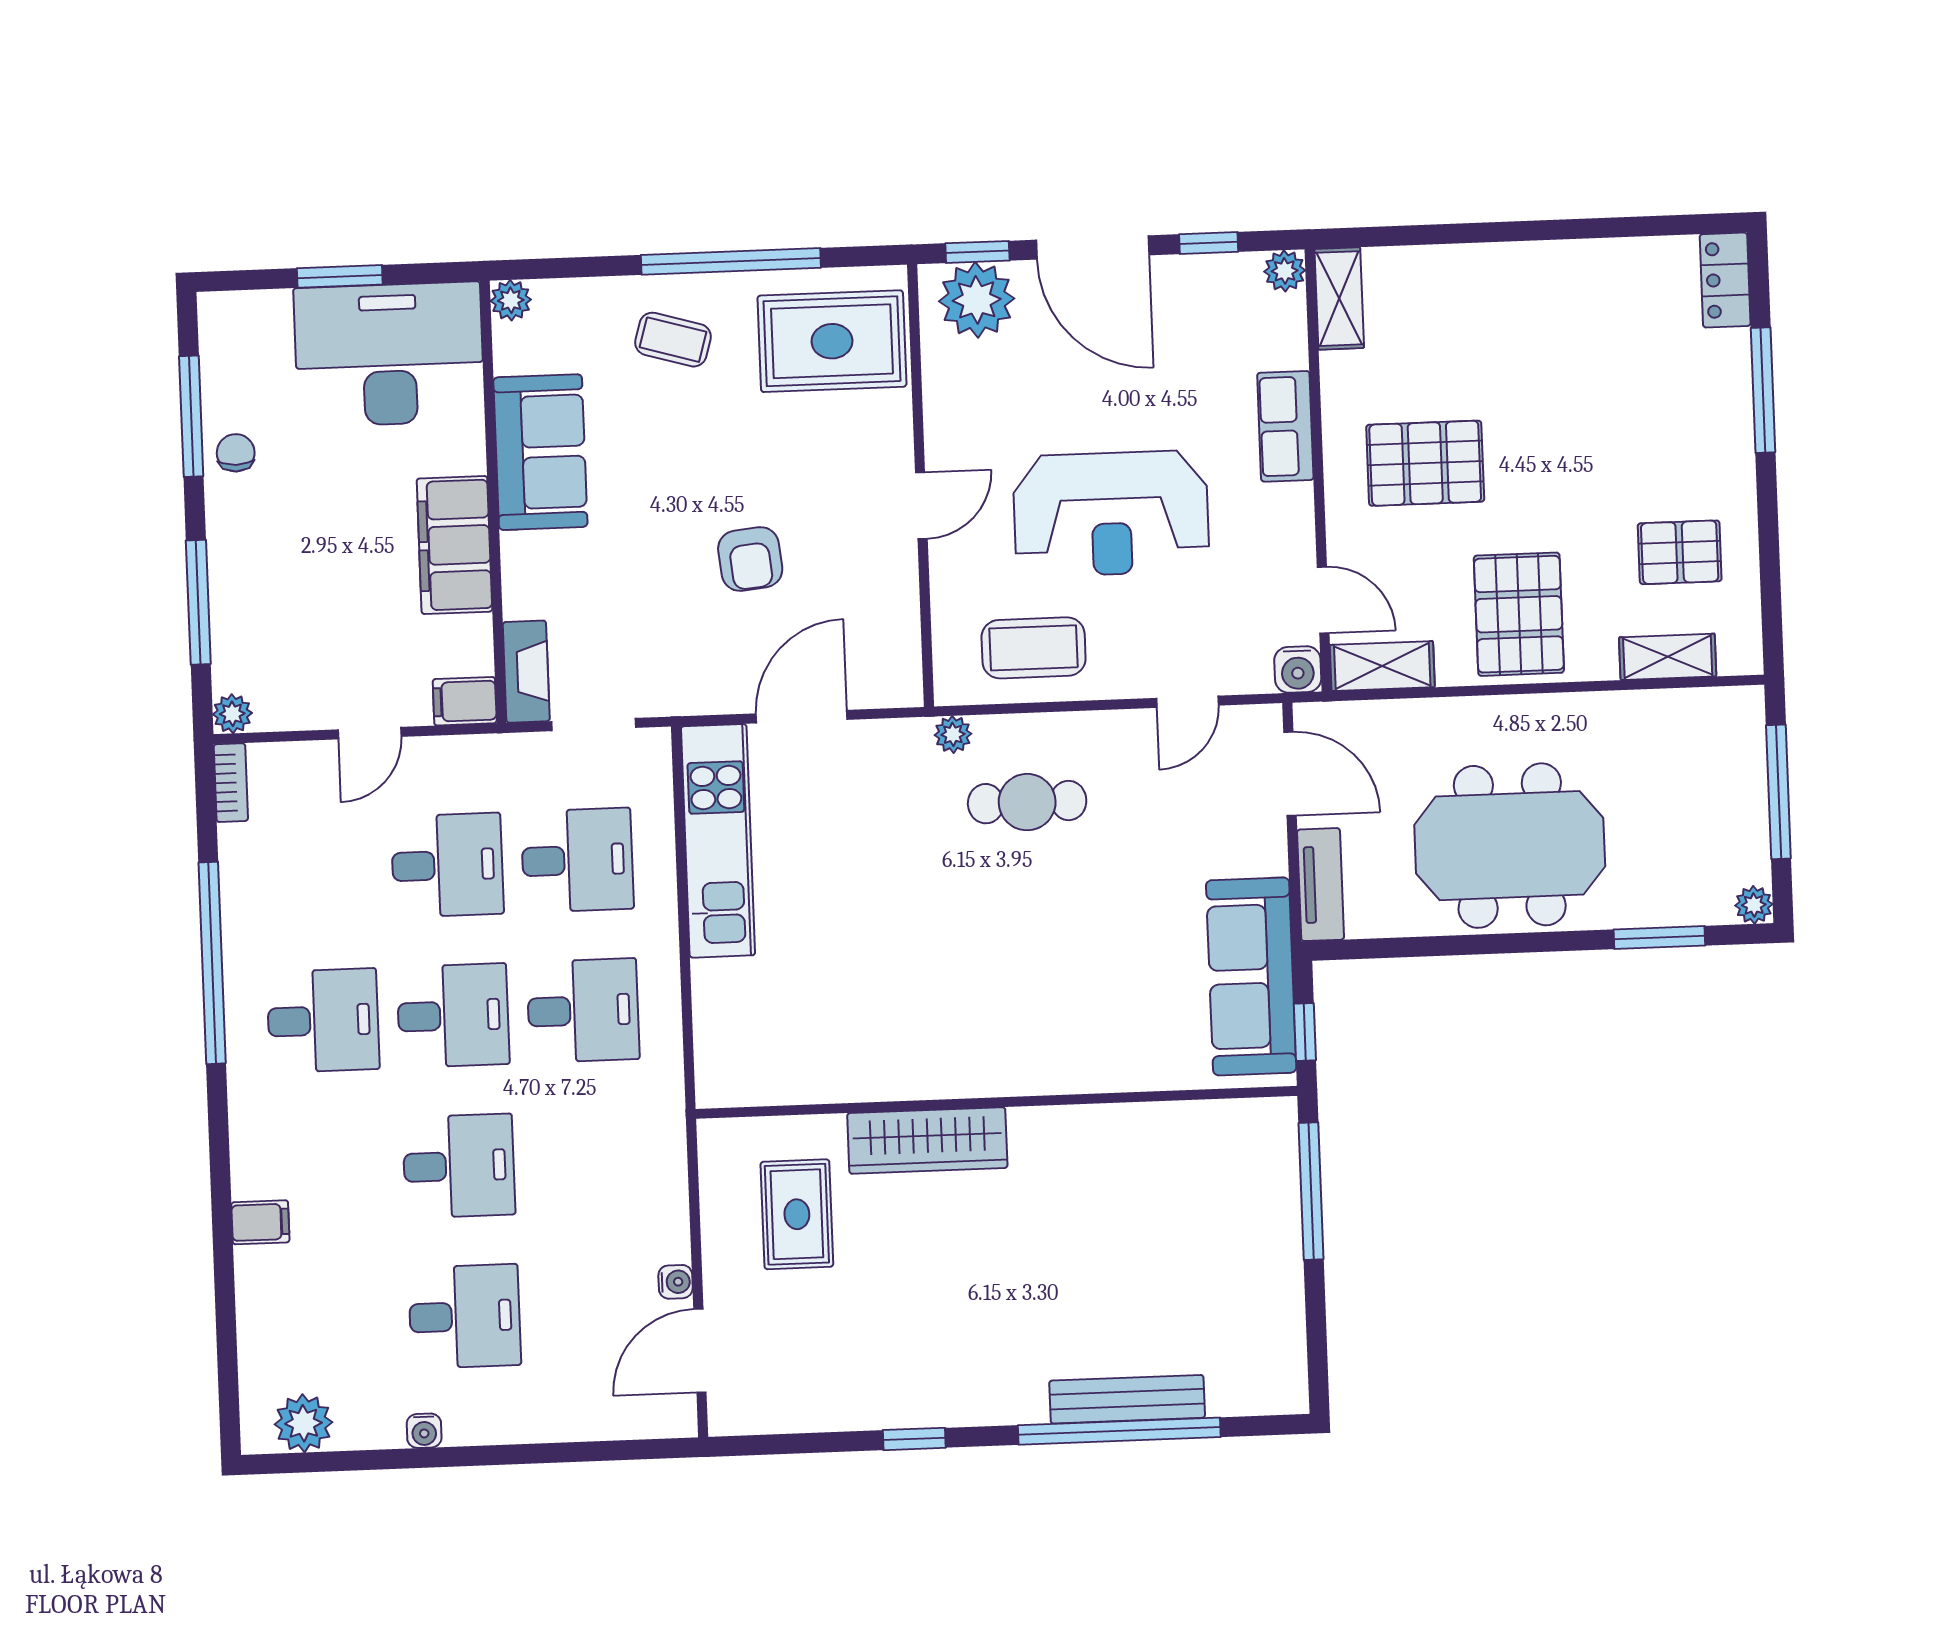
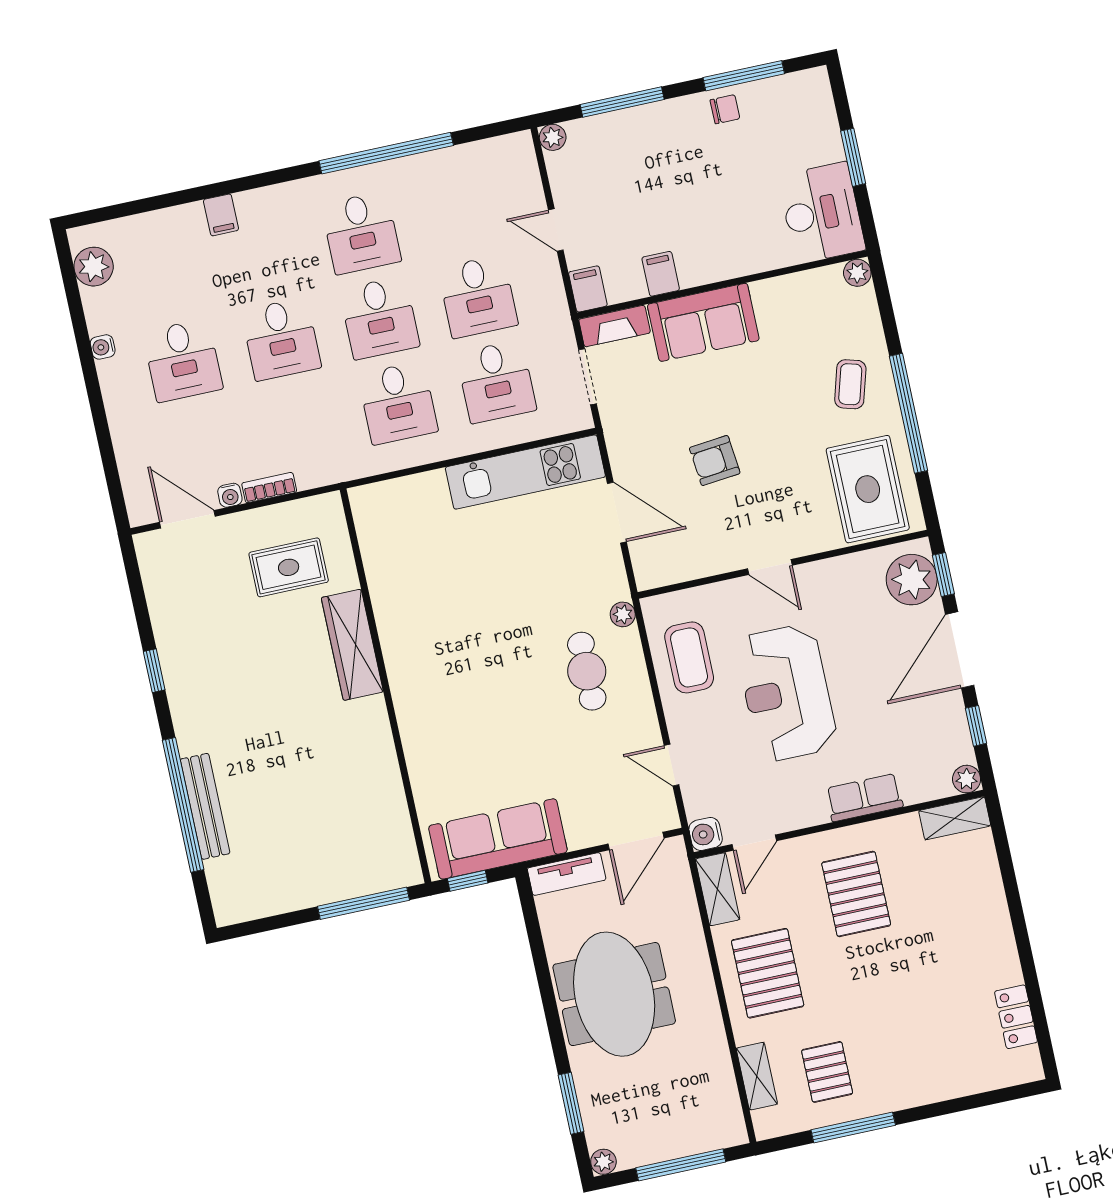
locker: (1725, 280) -> (1016, 1017), moved, turned -90
desk: (389, 354) -> (822, 213), width x0.73, depth x0.77
window: (1763, 390) -> (853, 1128), moved
sofa: (540, 452) -> (703, 322), moved
filing cabinet: (454, 545) -> (661, 274), width x0.33, depth x0.86
pallet: (1519, 614) -> (768, 973), turned 90
bookcase: (231, 783) -> (269, 488), moved, turned 180

